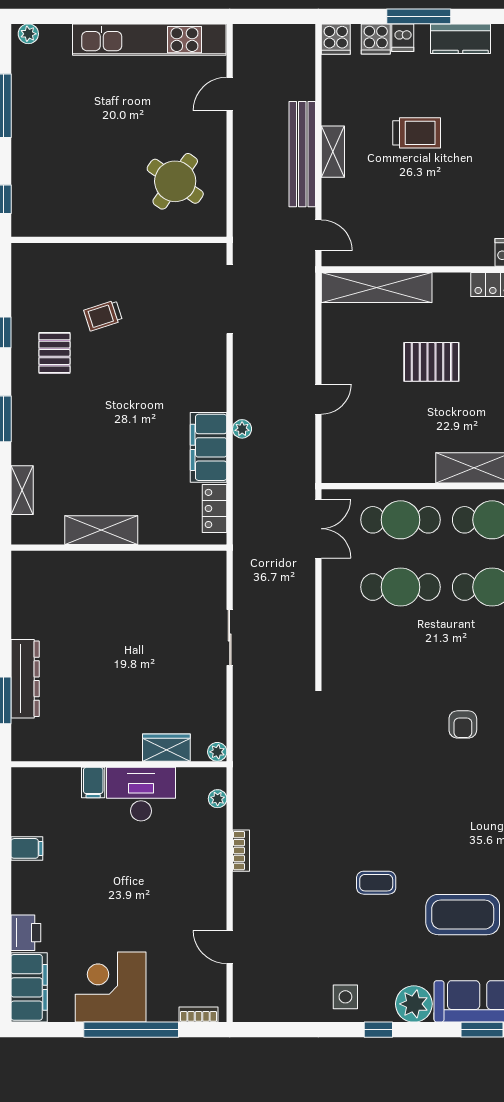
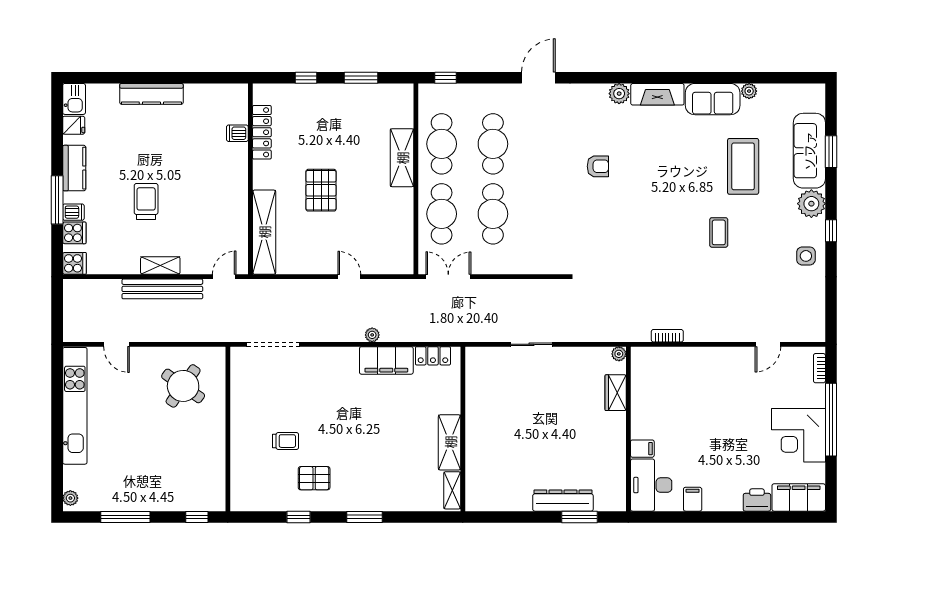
trolley: (103, 315) -> (286, 441), turned -72
shelving: (22, 490) -> (452, 490), moved, turned 90
desk: (141, 794) -> (651, 485), moved
plant: (218, 799) -> (655, 354), removed
bookcase: (241, 851) -> (667, 336), moved

